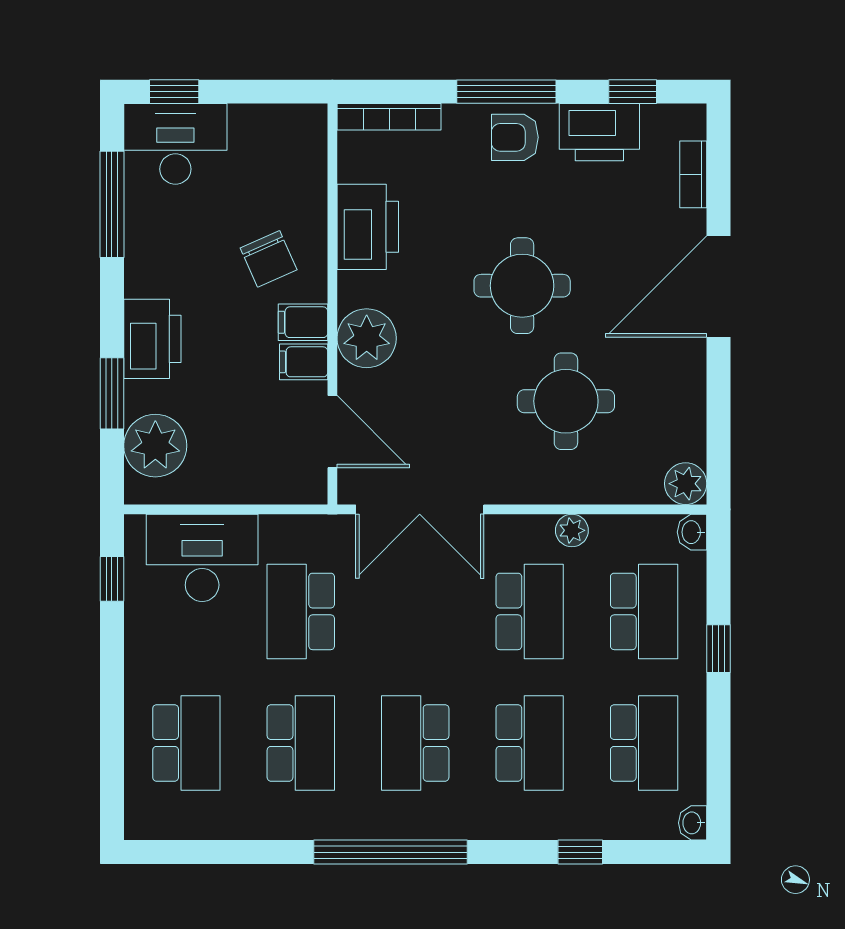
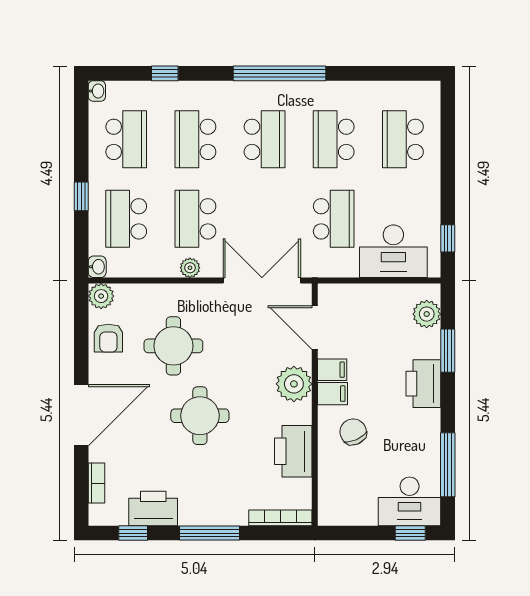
armchair: (515, 137) -> (108, 338), moved, turned 90
plant: (155, 446) -> (427, 314), width x0.73, depth x0.73
plant: (572, 530) -> (190, 268), moved
school desk: (644, 743) -> (126, 139), turned 180

